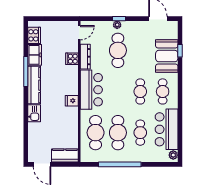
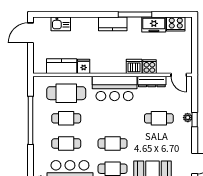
cafe table: (118, 50) -> (159, 118), width x0.73, depth x0.74
dishwasher: (72, 72) -> (134, 66), added
kitchen counter: (34, 85) -> (113, 24), width x0.67
fridge: (72, 101) -> (84, 66), moved
kitchen sink: (34, 113) -> (61, 24), moved
cafe table: (118, 133) -> (66, 118), width x0.73, depth x0.74
kitchen counter: (65, 156) -> (62, 66), moved, turned -90

